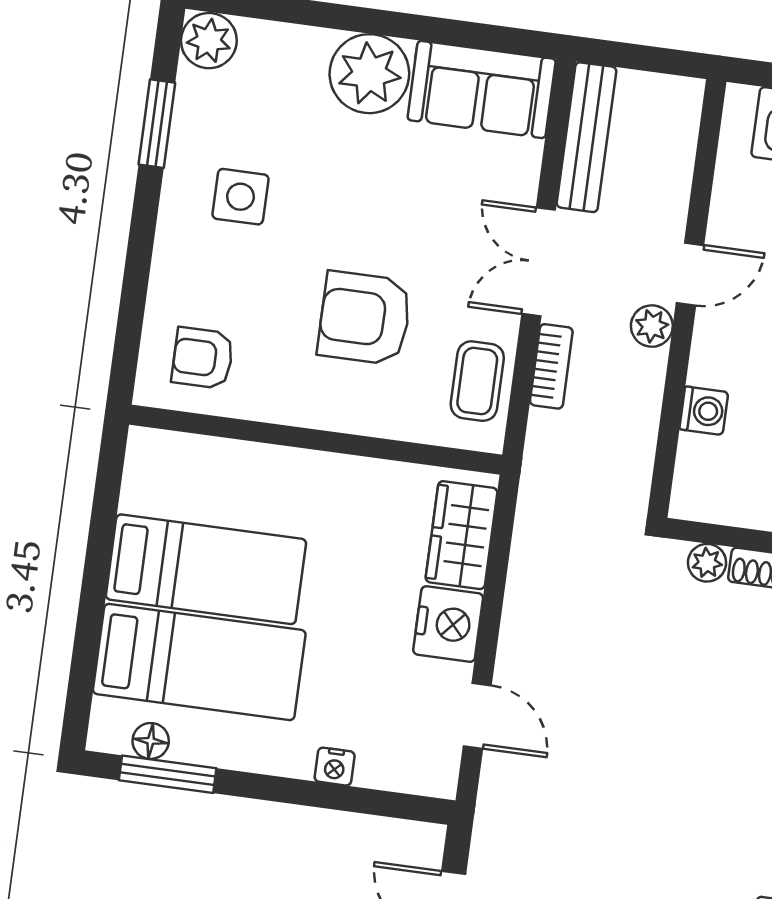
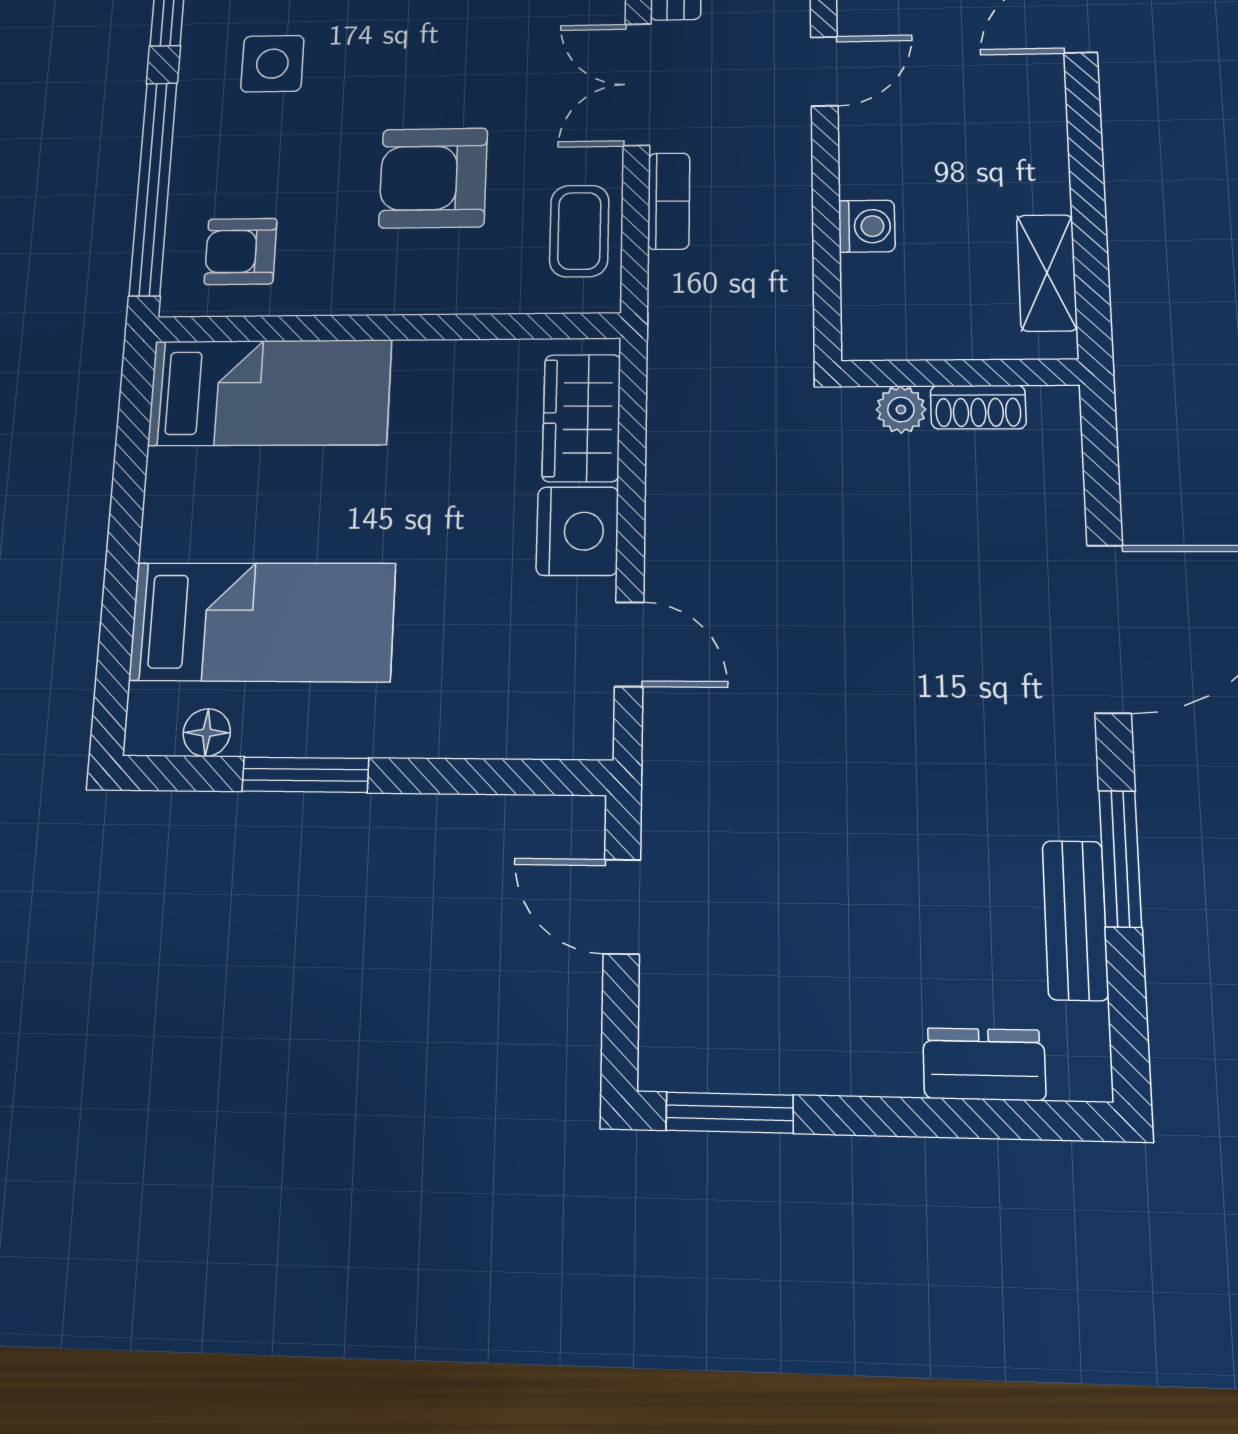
window: (134, 292) -> (153, 188), added
plant: (652, 326) -> (786, 137), removed
bed: (206, 569) -> (270, 393), moved
nightstand: (335, 767) -> (449, 736), removed
window: (168, 774) -> (305, 775), moved

